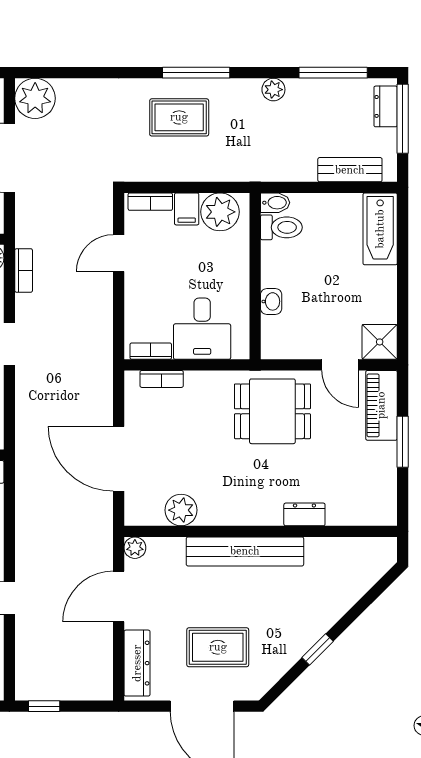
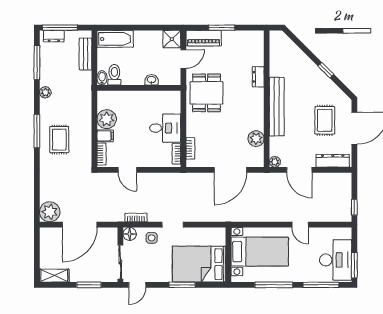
bidet: (275, 203) -> (102, 78), moved
toilet: (281, 227) -> (114, 75), moved
wall: (255, 276) -> (139, 88), moved
washbasin: (271, 301) -> (152, 80), moved

